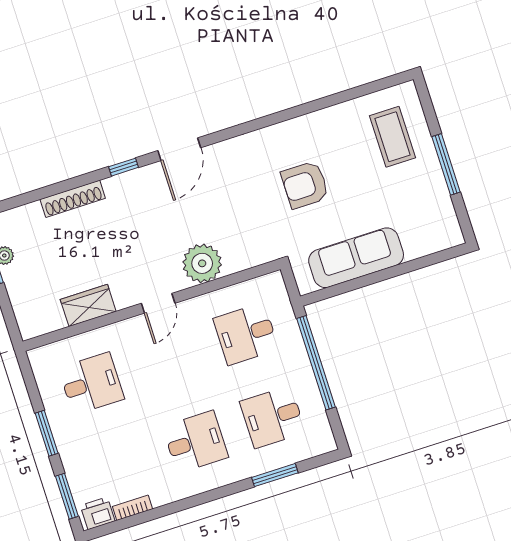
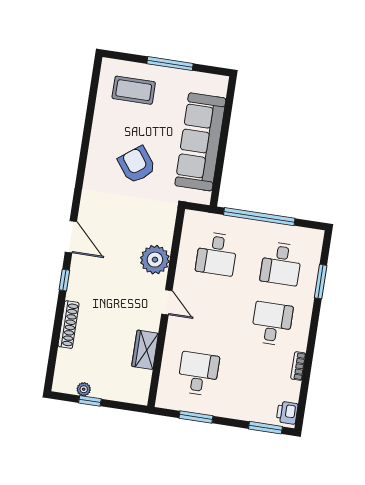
armchair: (305, 185) -> (137, 165), turned 143
sofa: (356, 258) -> (200, 142), width x1.36, depth x1.27
window: (47, 433) -> (196, 417), moved
bookcase: (133, 508) -> (298, 366), moved

